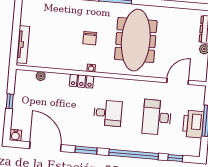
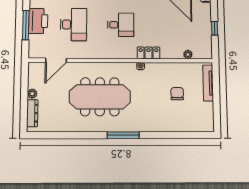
chair: (90, 38) -> (177, 94), moved
meeting table: (136, 40) -> (100, 97), turned 90
desk: (108, 113) -> (121, 25), turned 180

